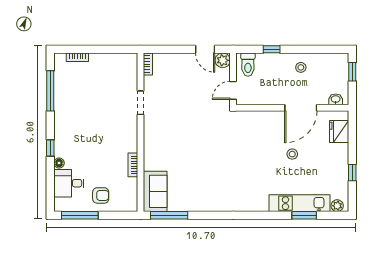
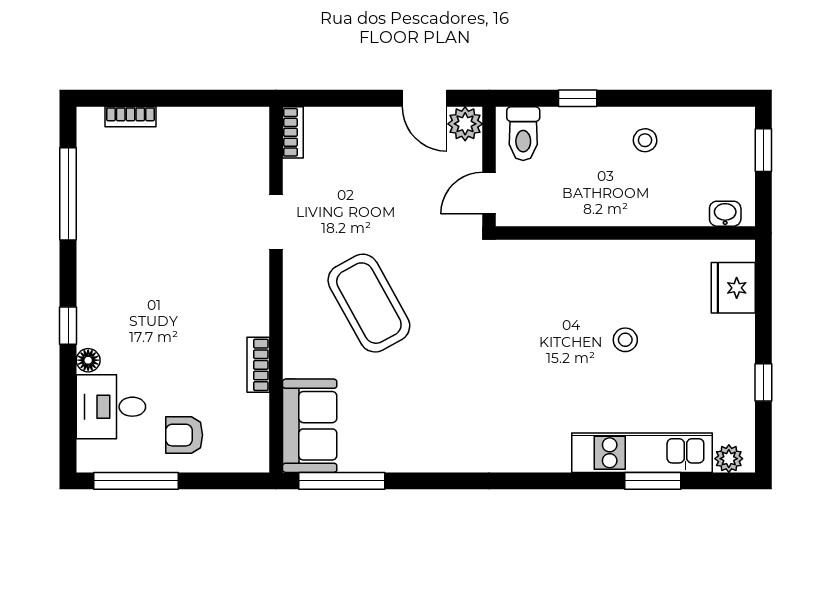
door: (301, 108) -> (645, 233), removed
coffee table: (181, 138) -> (369, 303), added
armchair: (101, 195) -> (184, 435), turned 180

